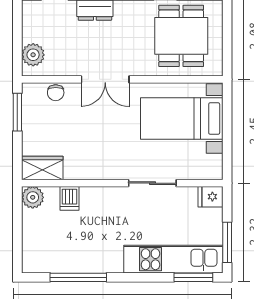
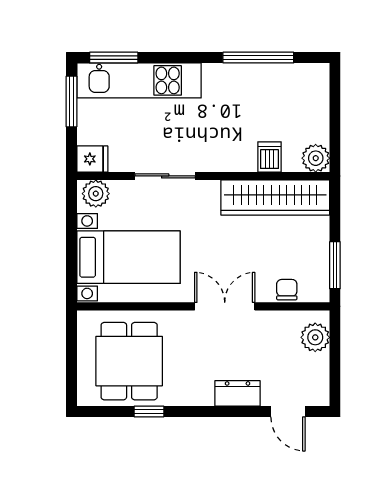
wardrobe: (42, 168) -> (275, 198), width x2.10, depth x1.17
plant: (208, 169) -> (96, 194), added

